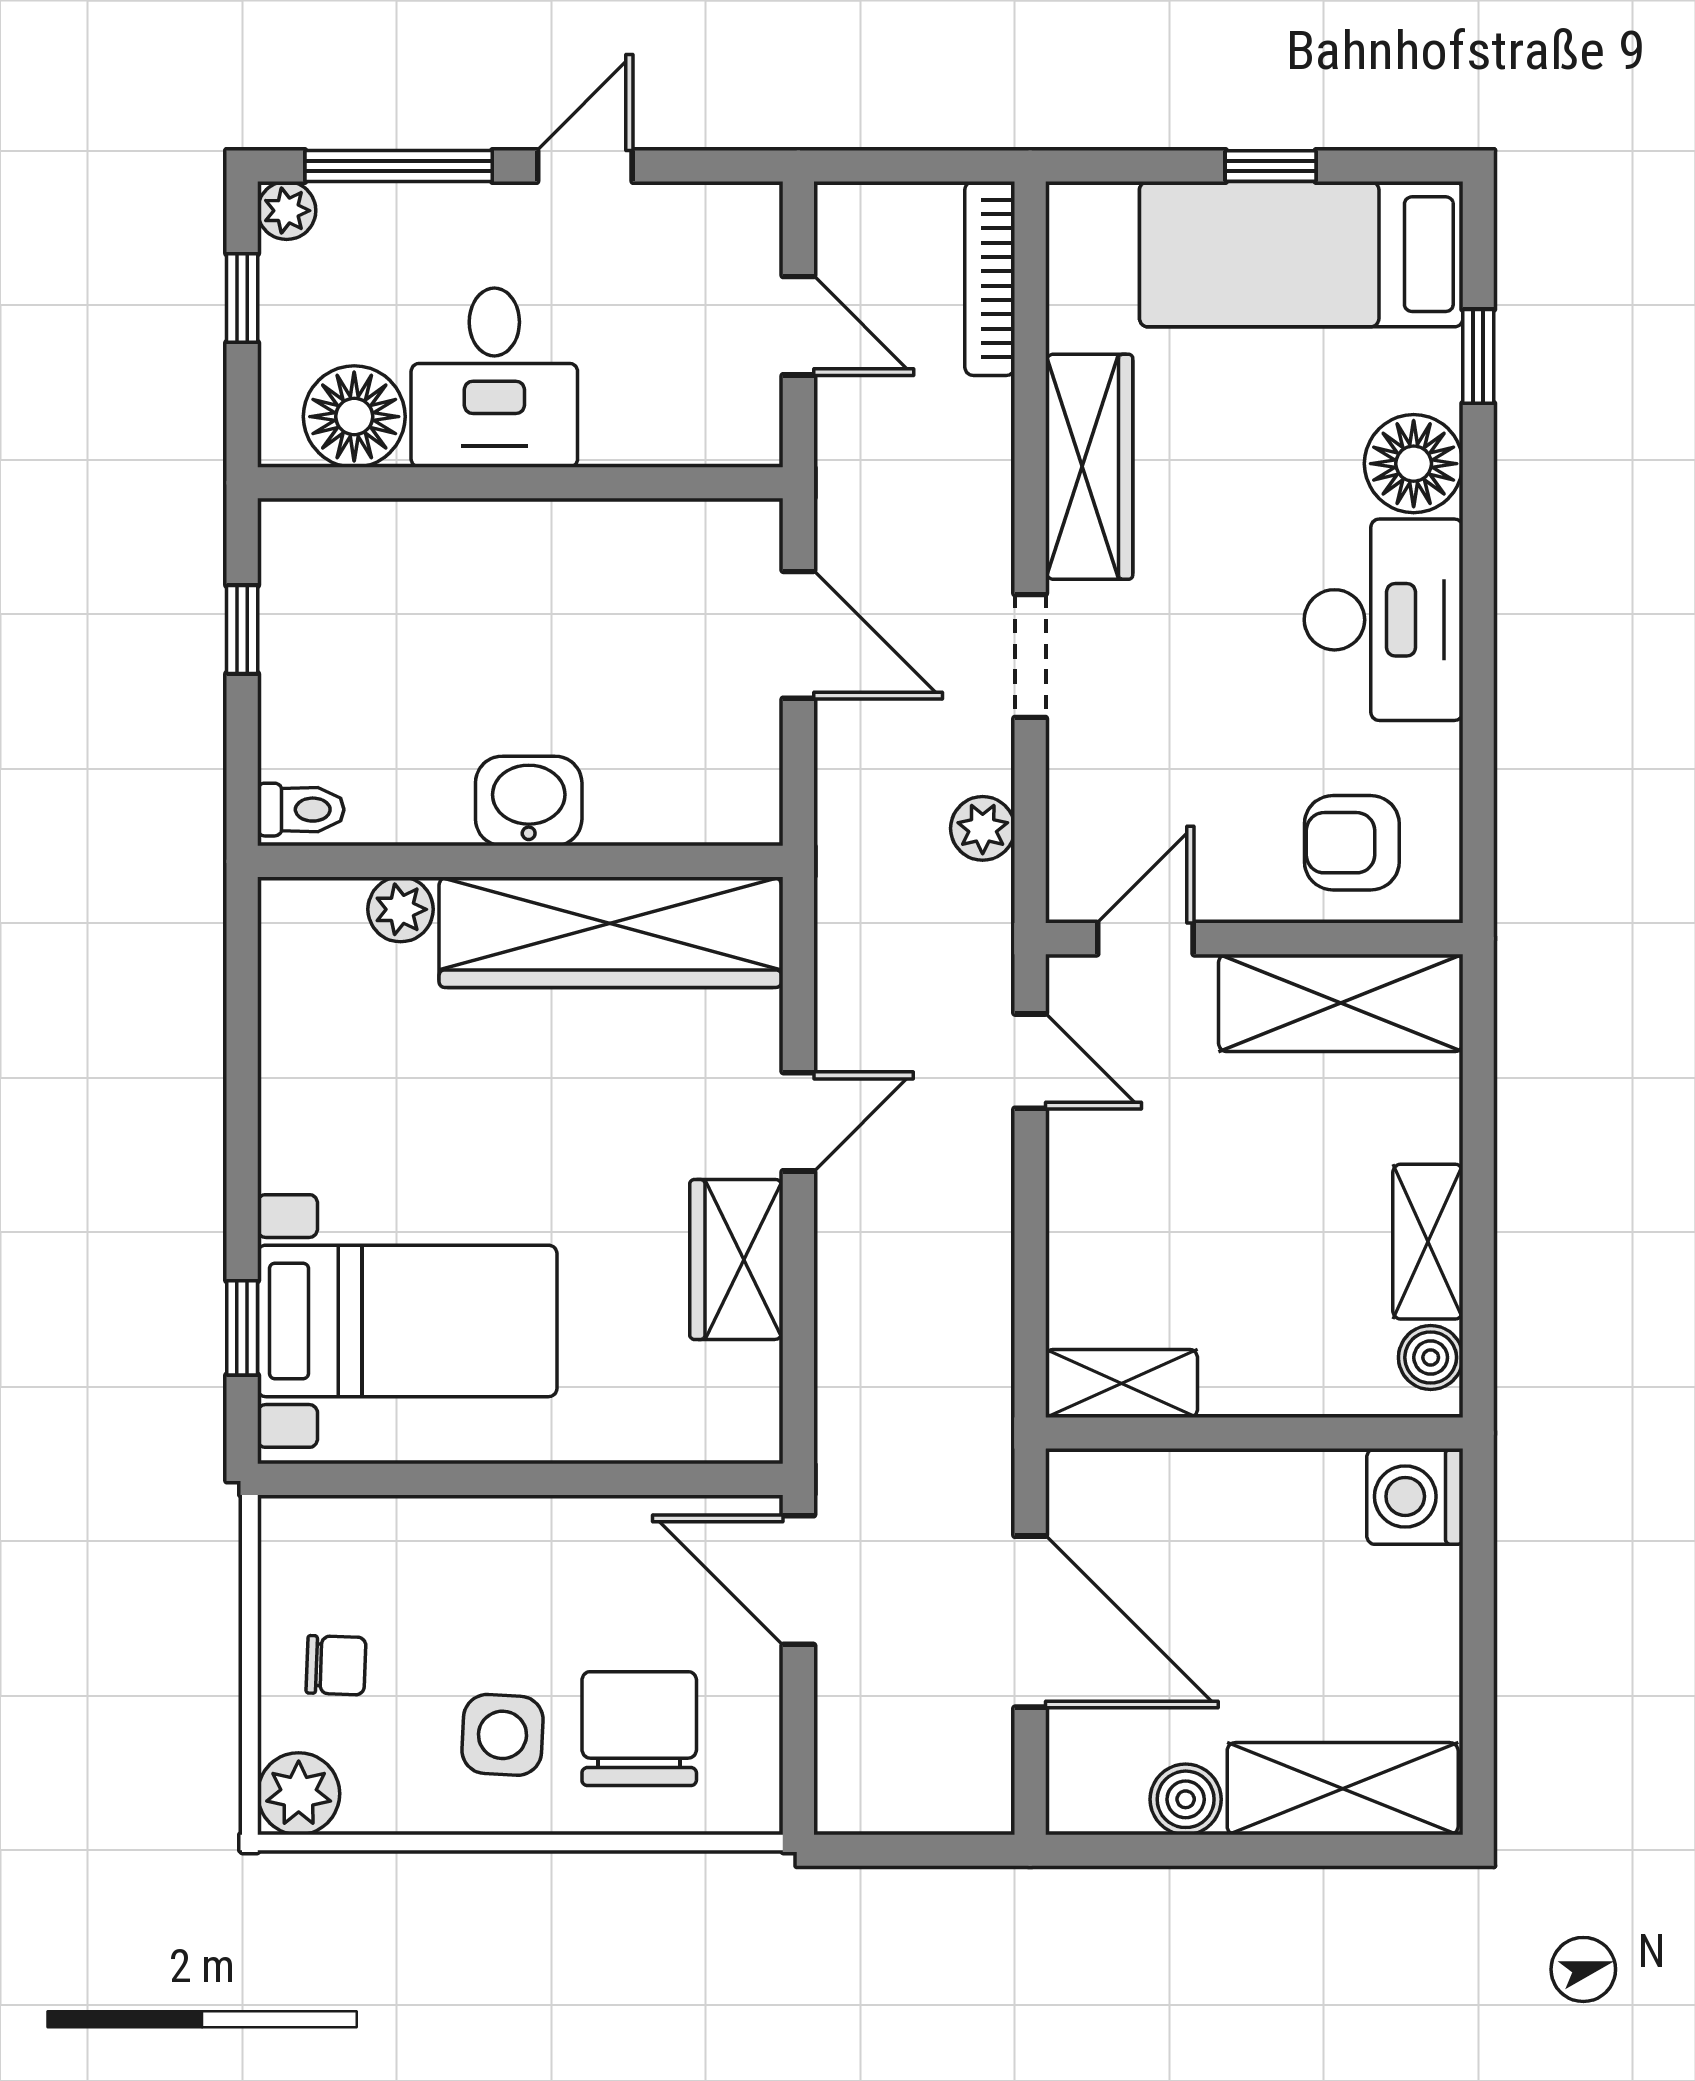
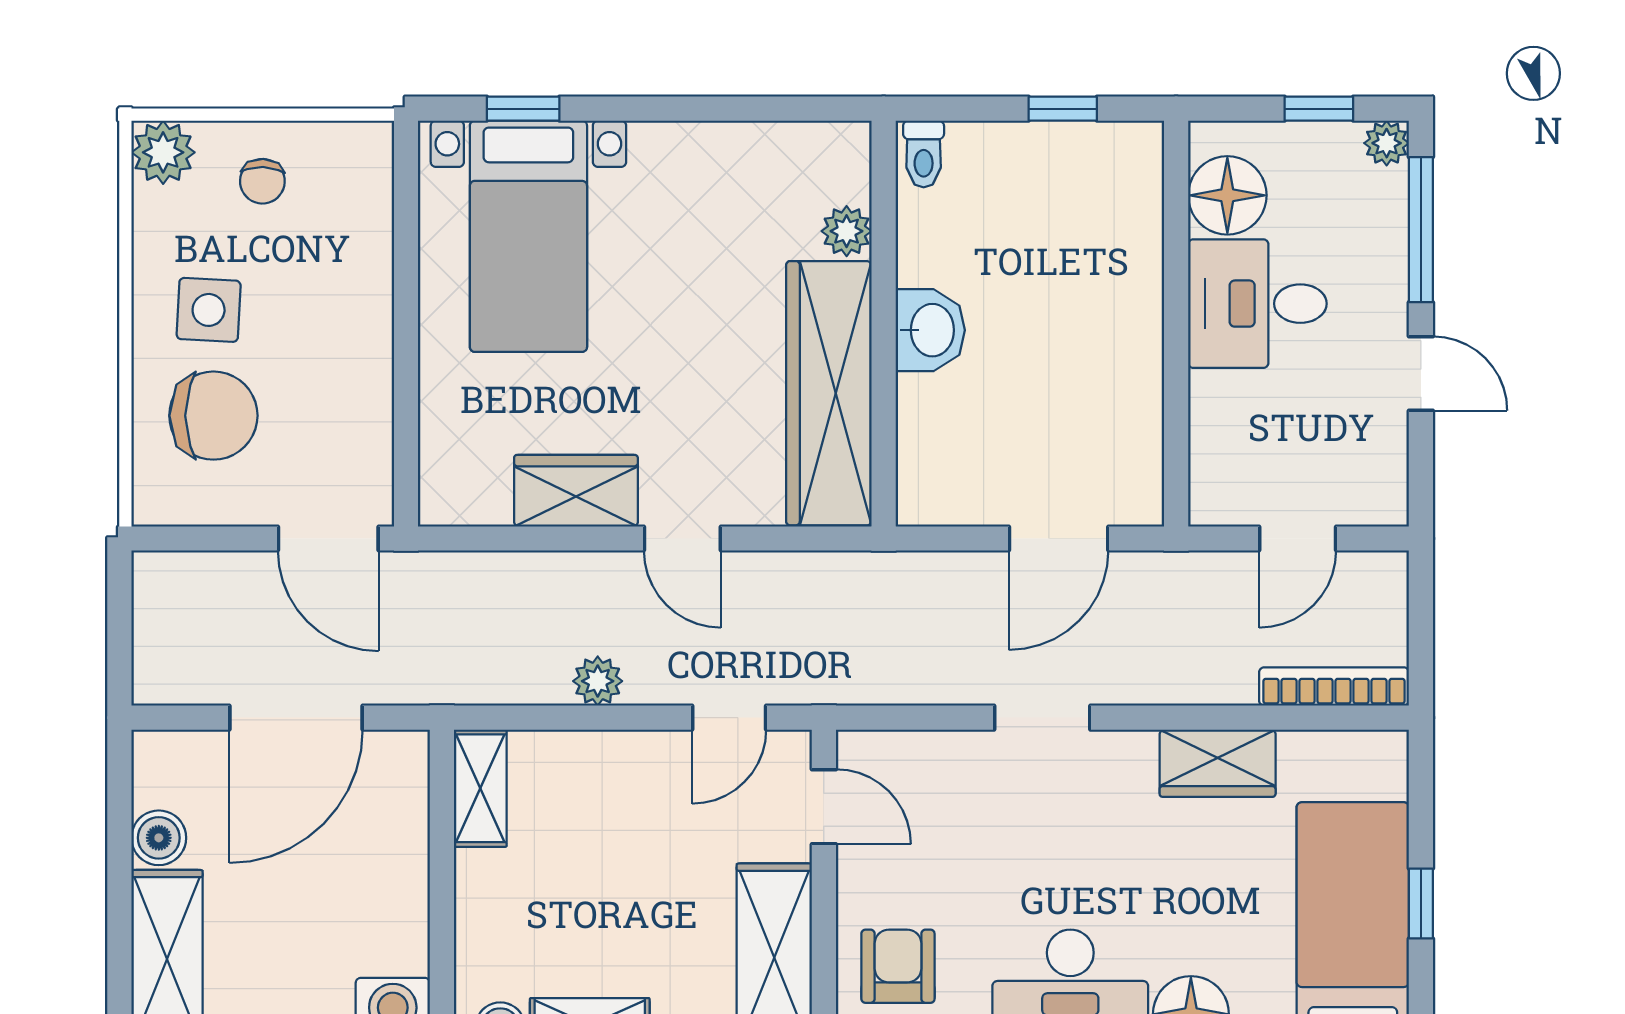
wardrobe: (1089, 467) -> (1218, 763), width x0.67
plant: (983, 828) -> (598, 681), moved
door: (798, 1580) -> (328, 539), swing flipped

